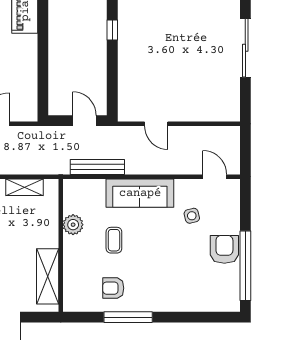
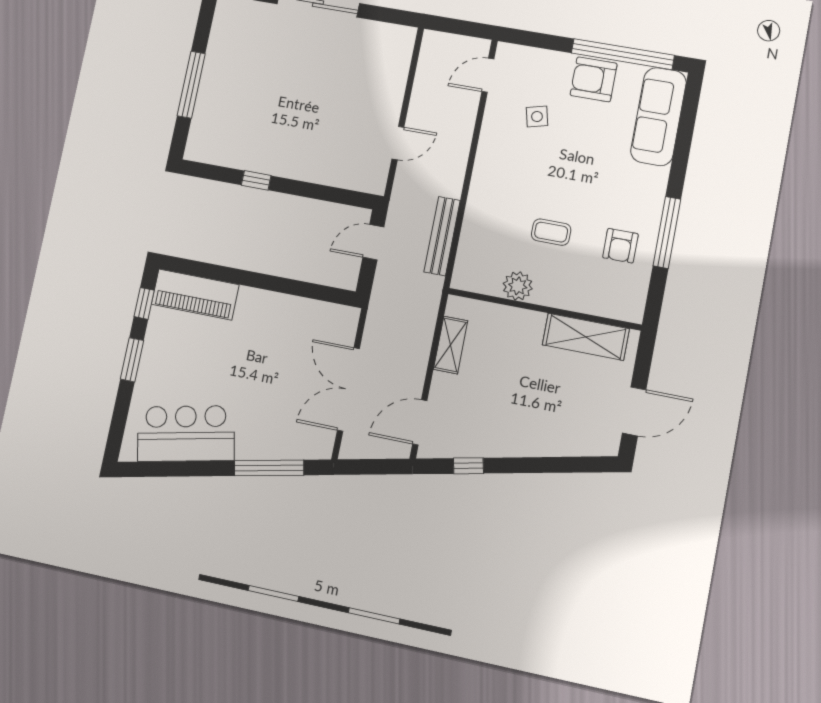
sofa: (140, 193) -> (658, 117), moved, turned 180

